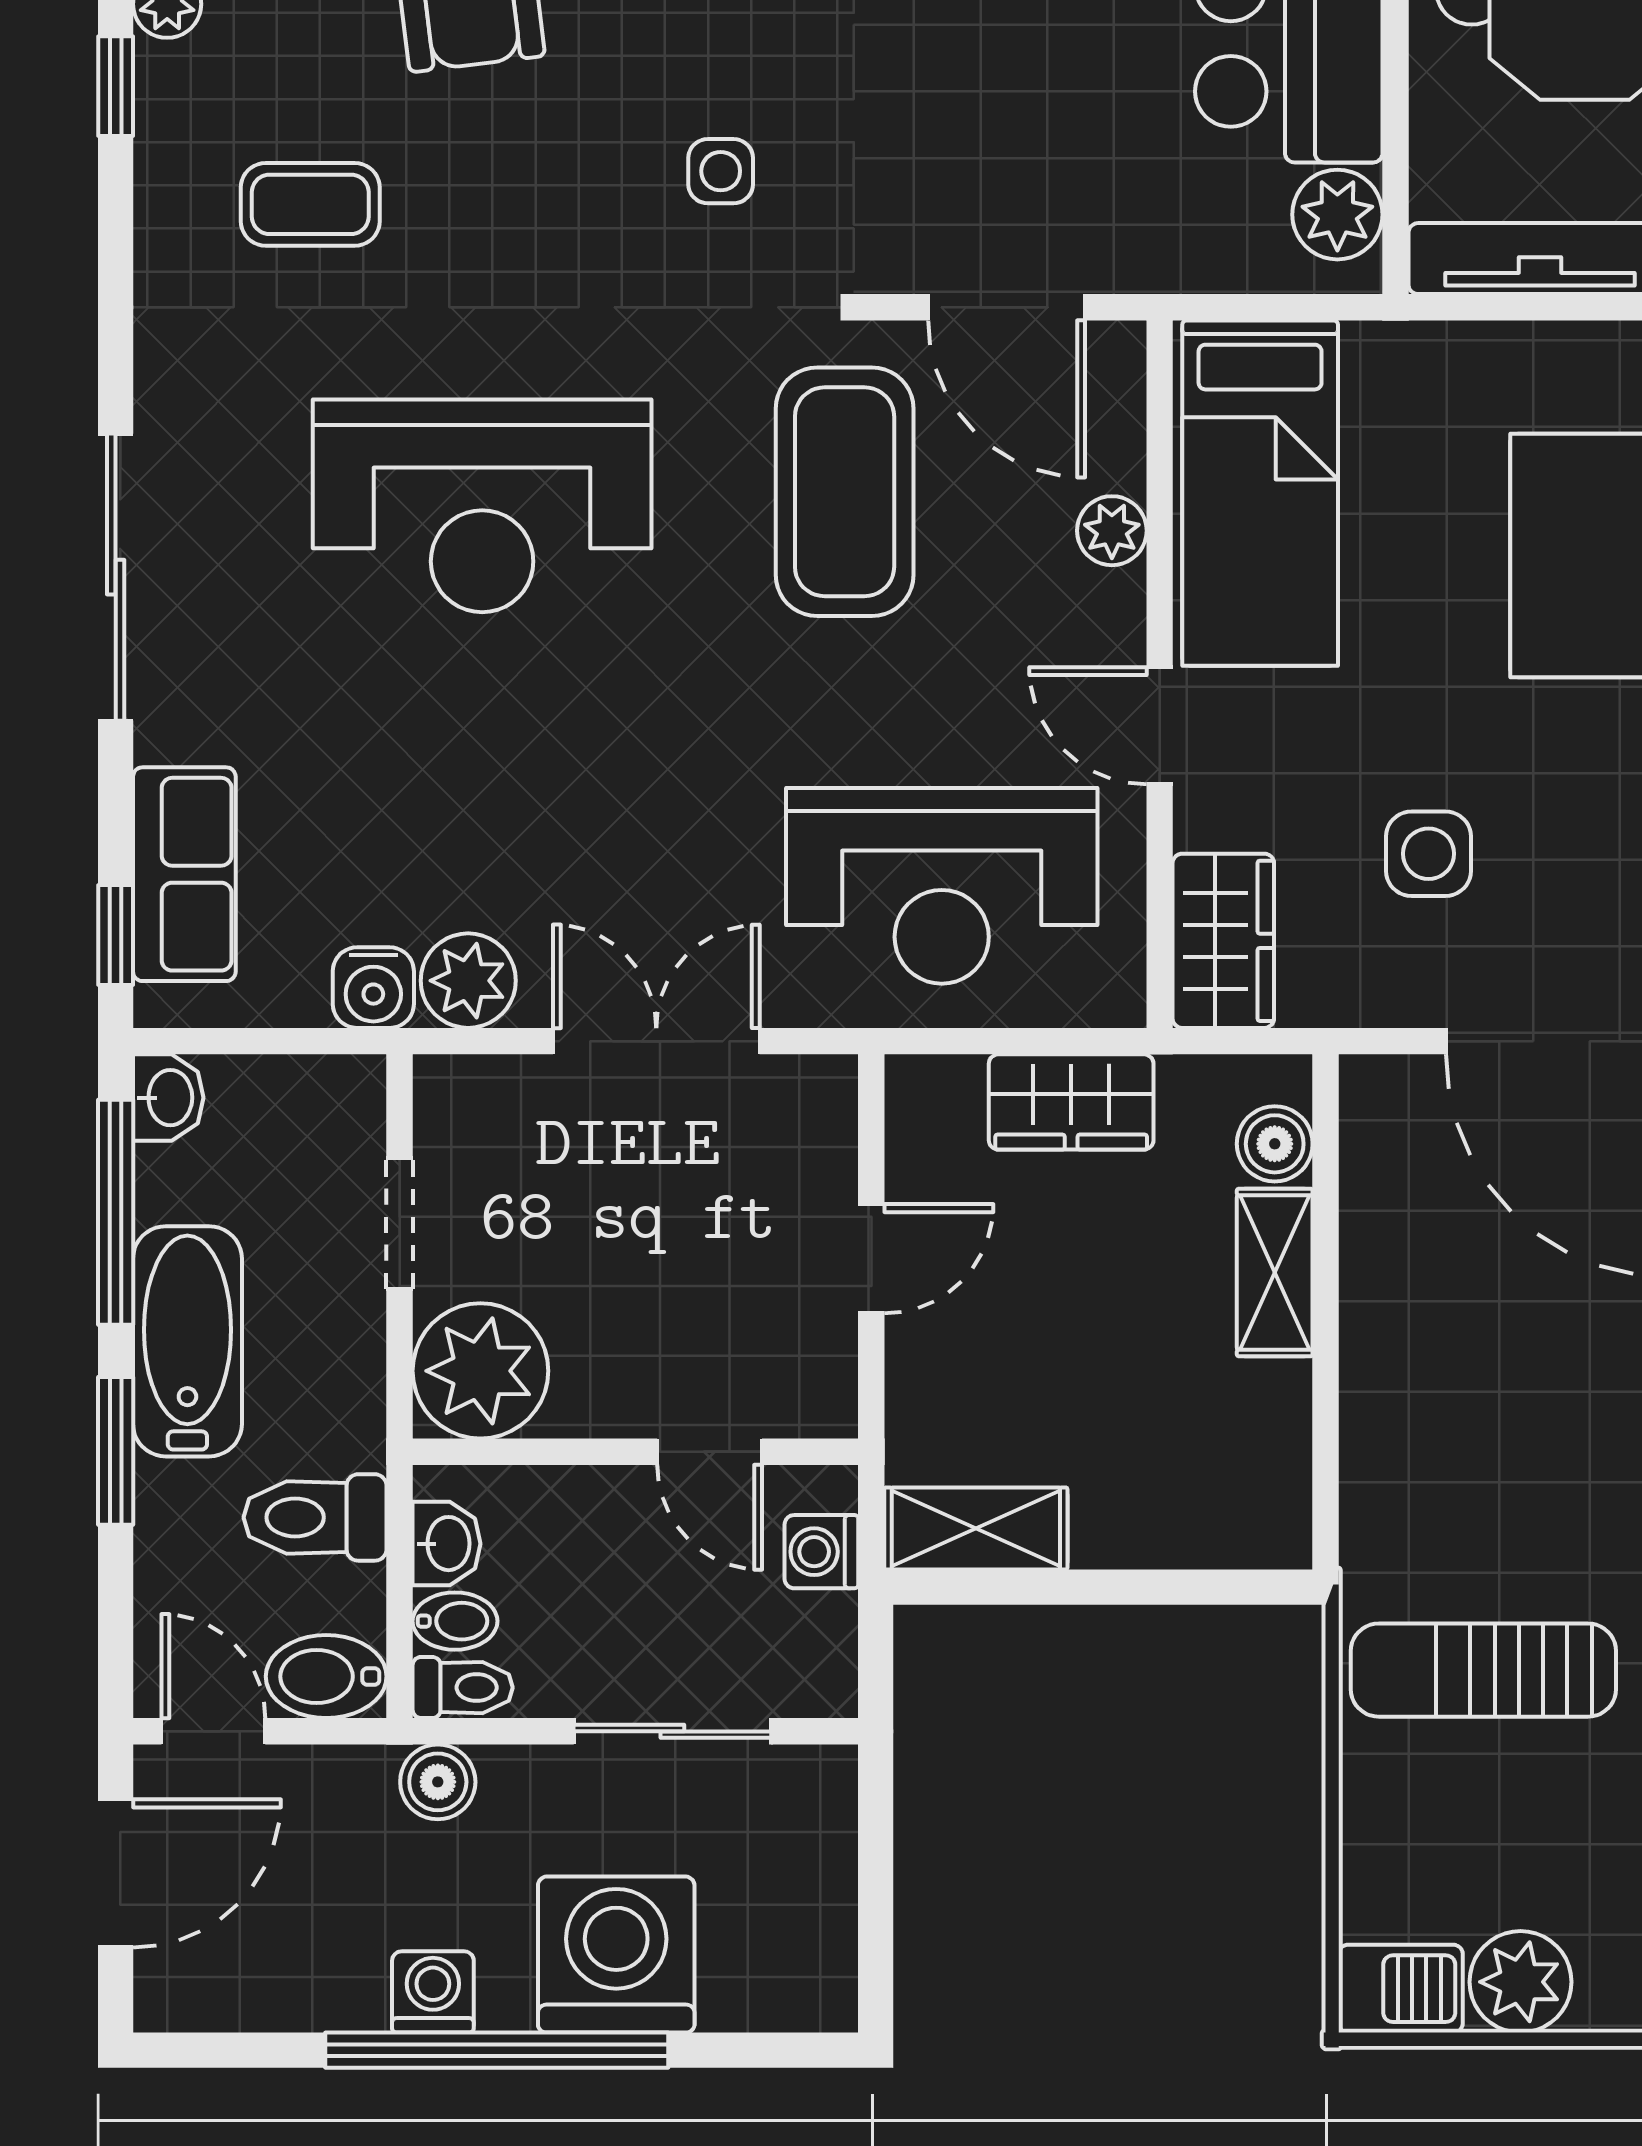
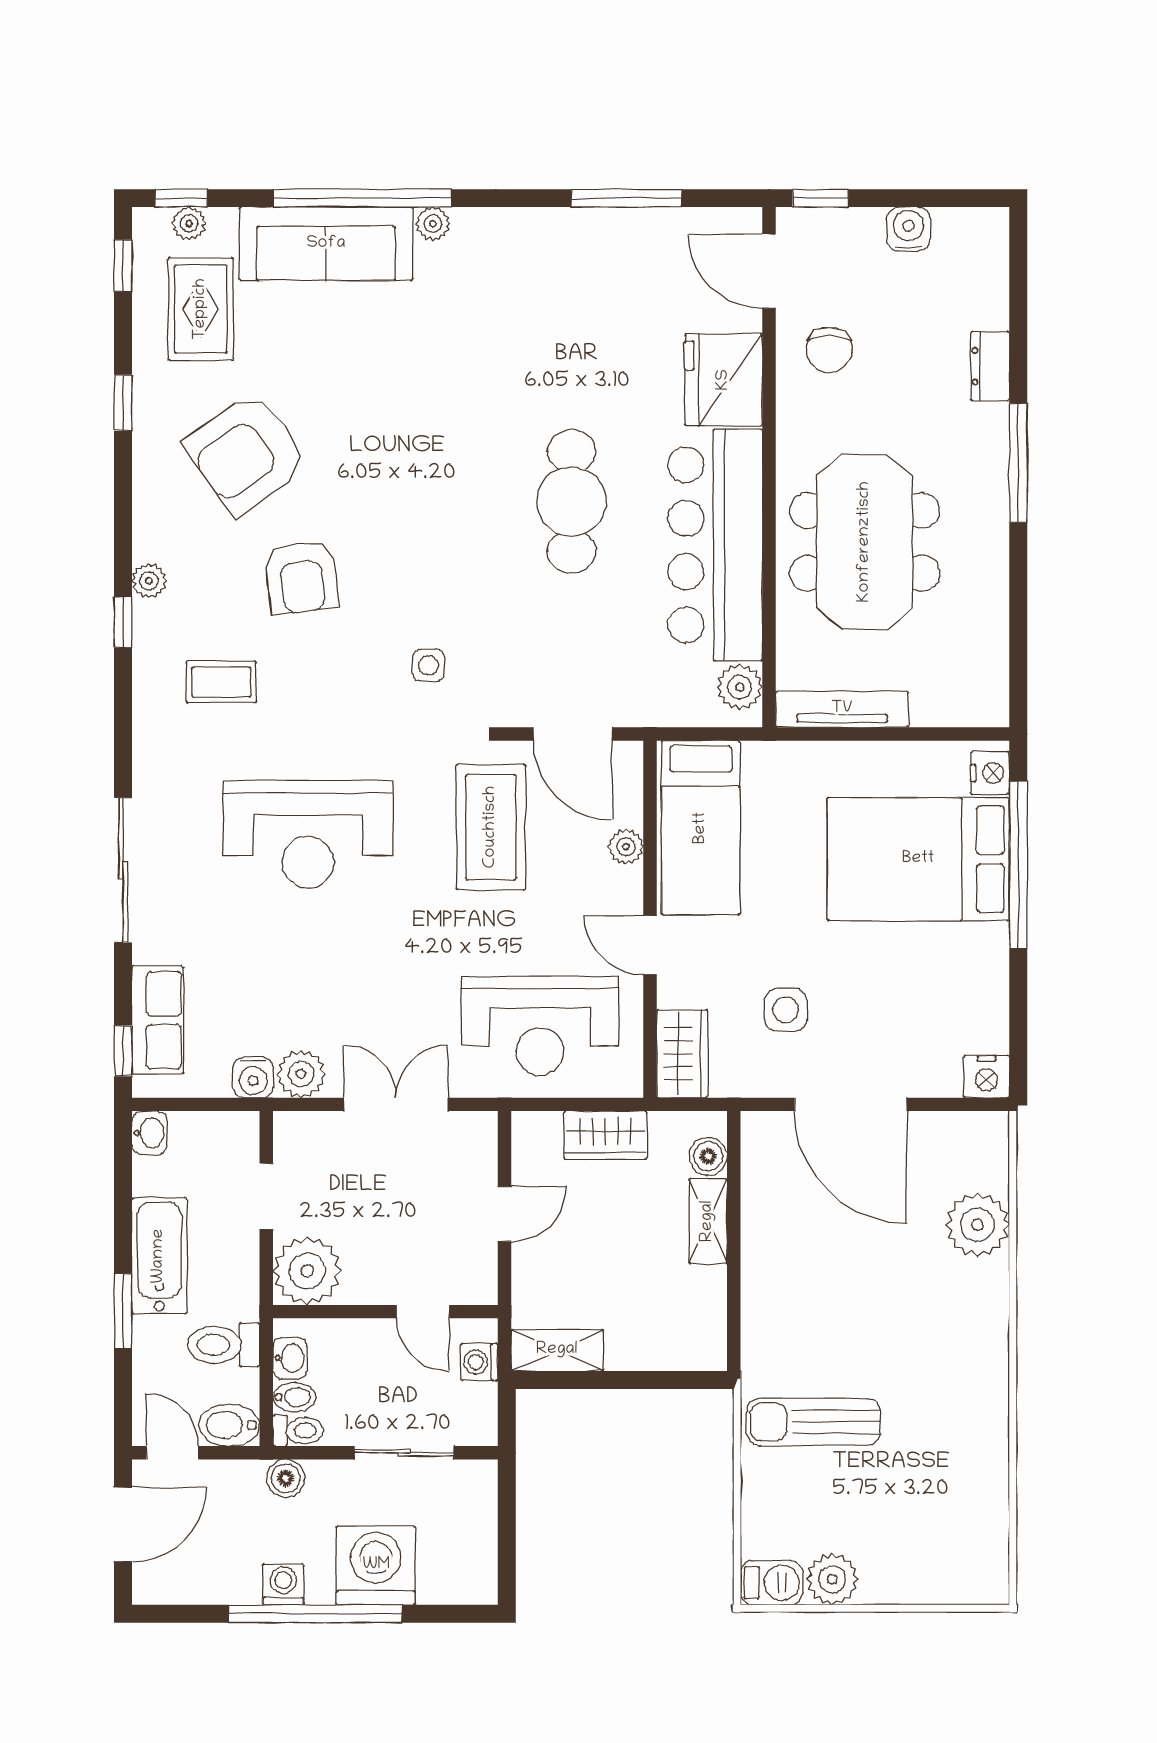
window: (116, 1212) -> (123, 1191), removed

